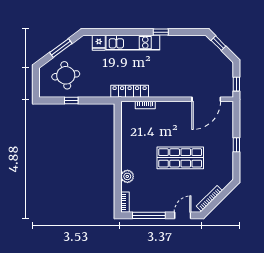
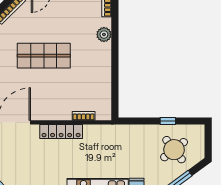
round table: (66, 75) -> (174, 150), turned -30
locker: (130, 91) -> (61, 132), moved

